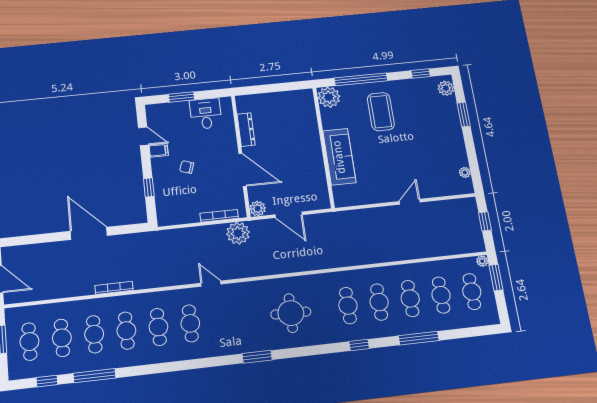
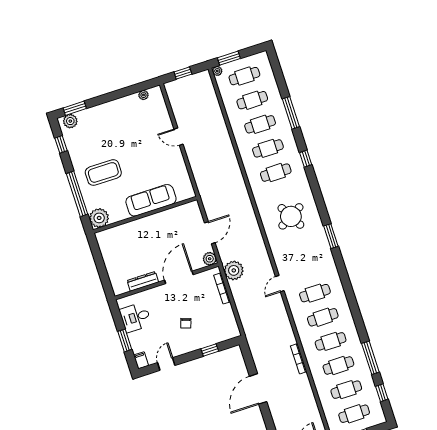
window: (464, 115) -> (75, 108), moved
filing cabinet: (159, 150) -> (141, 360), moved
round table: (291, 313) -> (291, 216), turned -31

